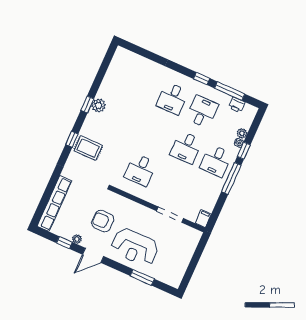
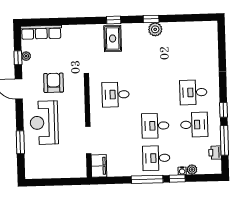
row of seats: (54, 203) -> (41, 32), width x0.73
filing cabinet: (203, 219) -> (99, 166), width x2.00
plant: (77, 239) -> (26, 56), moved

